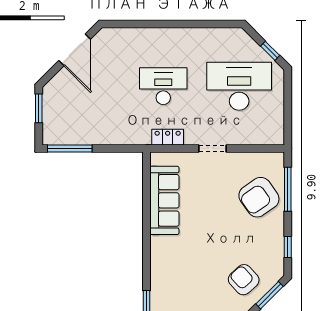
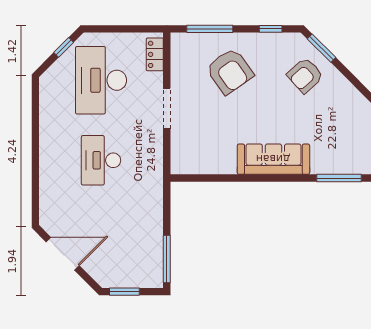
locker: (168, 137) -> (155, 54), moved
doorway: (212, 149) -> (167, 108), width x1.38
armchair: (259, 197) -> (230, 71), moved
sofa: (164, 200) -> (273, 159), moved

